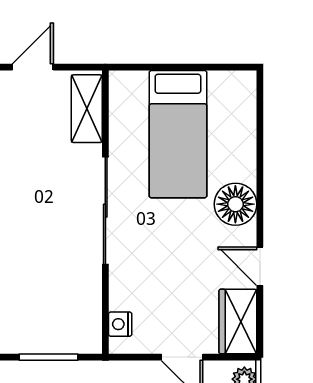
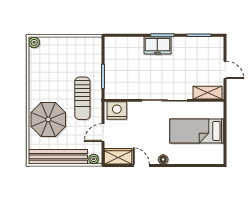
floor lamp: (235, 204) -> (163, 159), width x0.53, depth x0.53
door: (260, 266) -> (141, 166), hinge flipped
nightstand: (120, 324) -> (117, 111), width x1.89, depth x1.79

